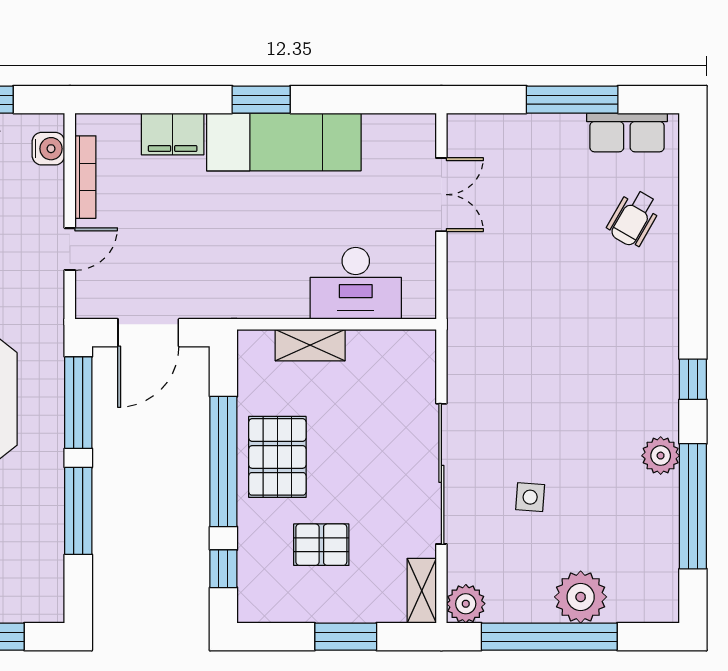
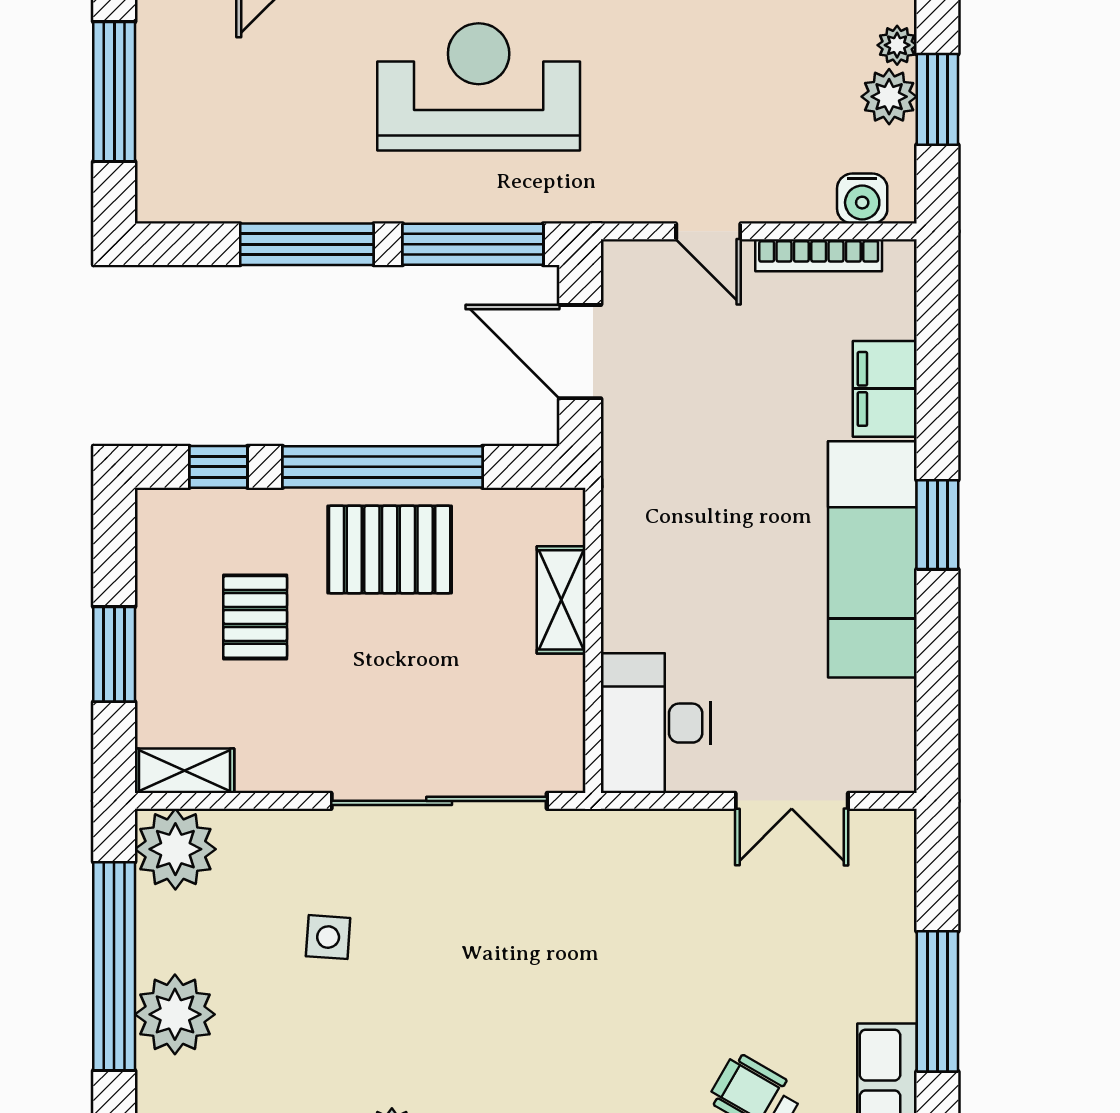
desk: (356, 283) -> (656, 723), moved
sliding door: (441, 474) -> (439, 801), moved
plant: (466, 604) -> (175, 849), width x1.36, depth x1.36

